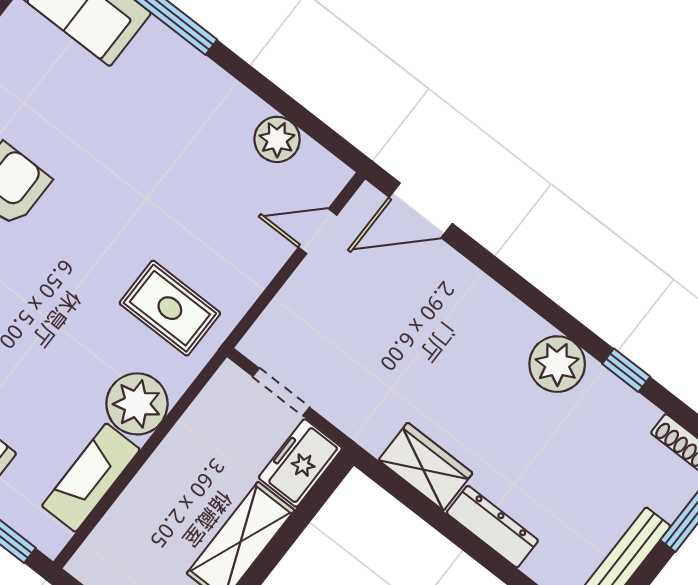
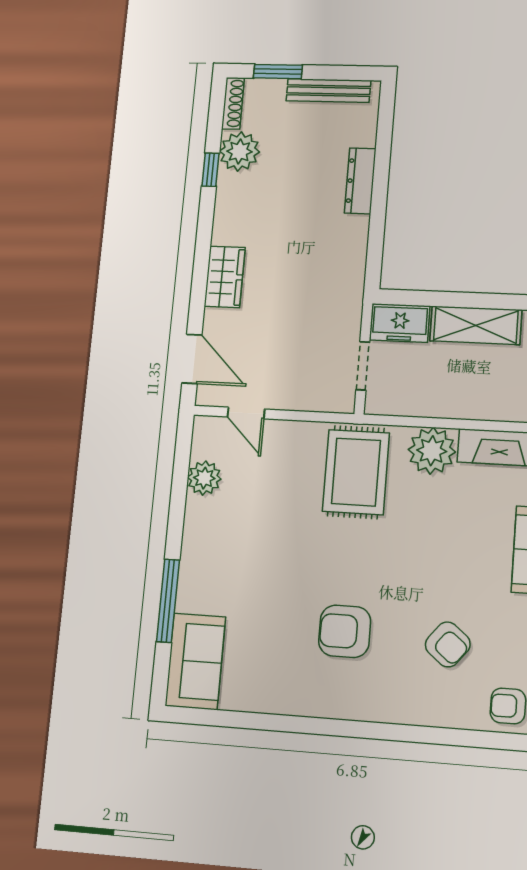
rug: (170, 308) -> (356, 472), width x1.36, depth x1.43
plant: (557, 364) -> (239, 151), moved
wardrobe: (426, 467) -> (225, 277), moved, turned 180

